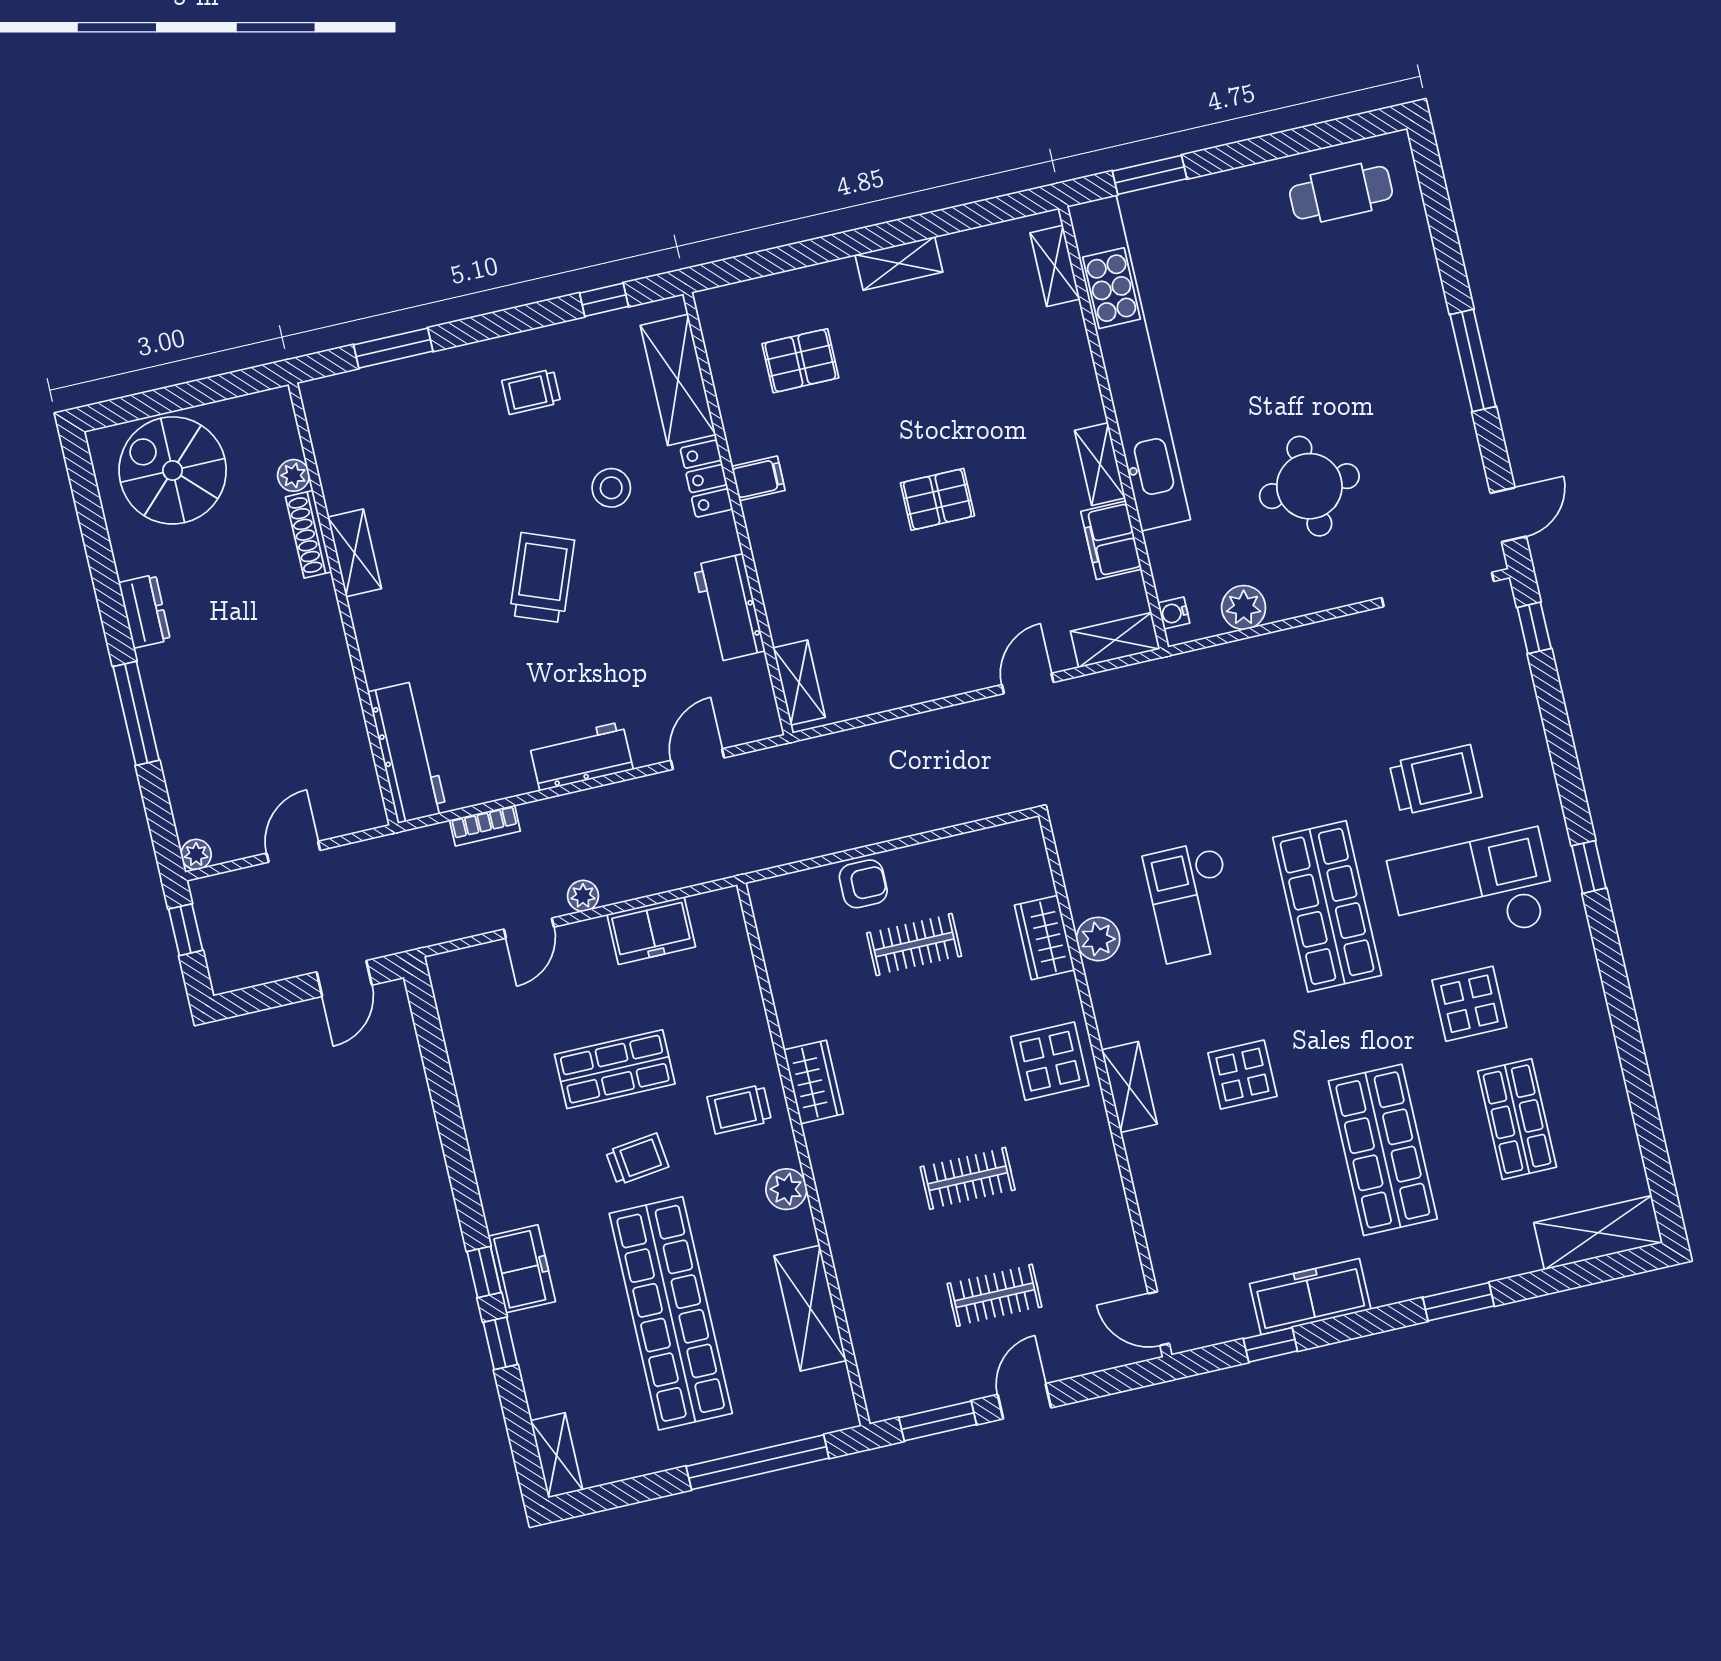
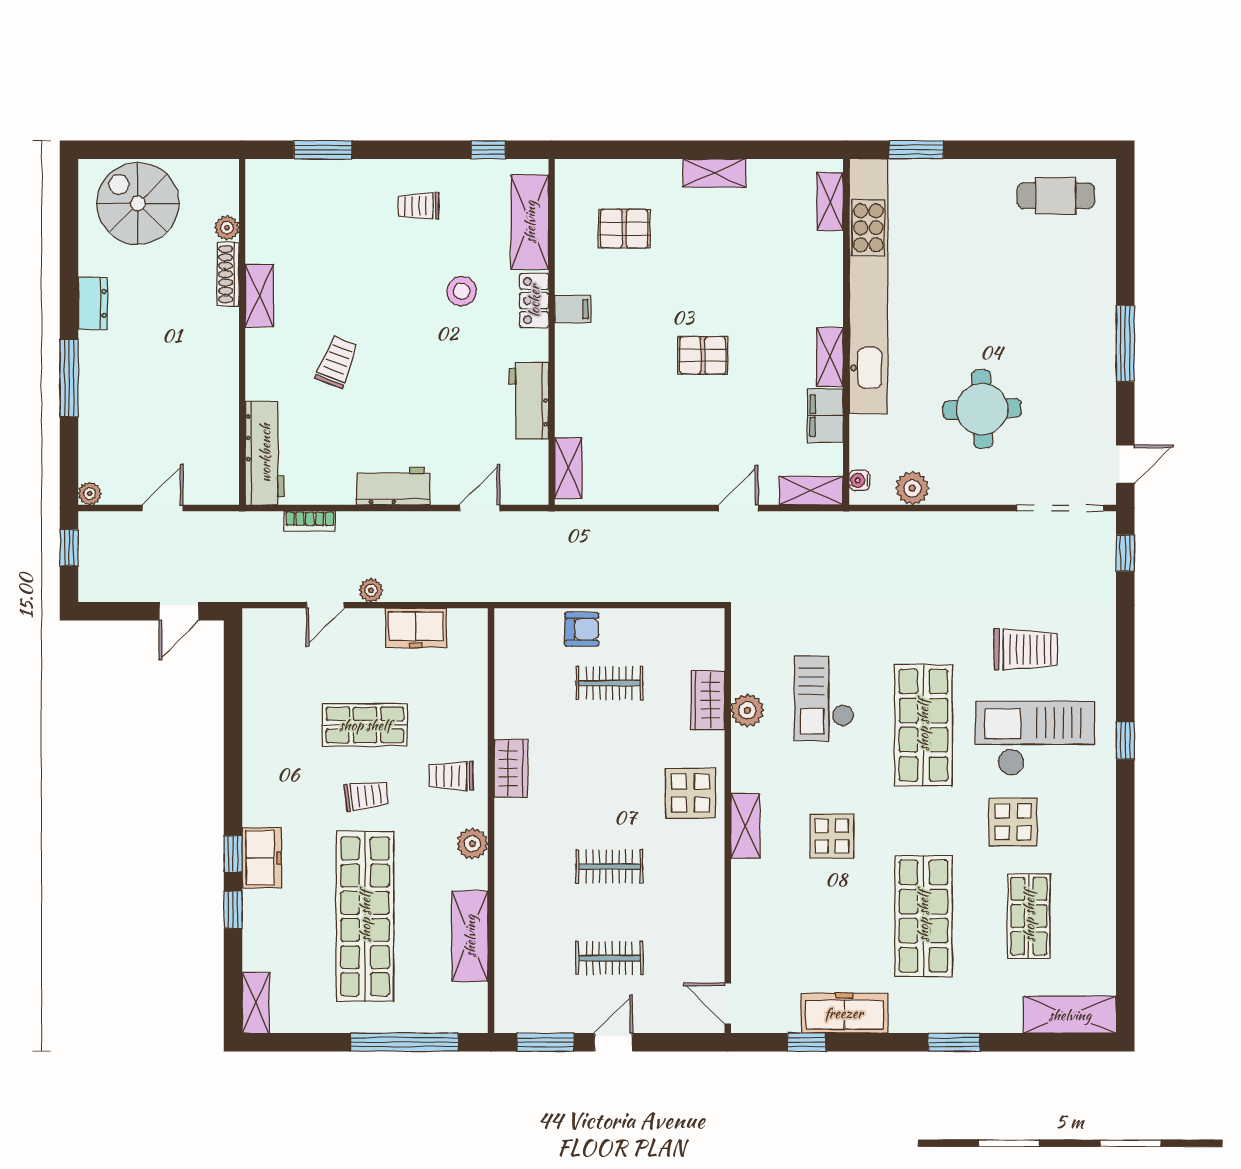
trolley: (542, 578) -> (337, 362), moved, width x0.73, depth x0.72

